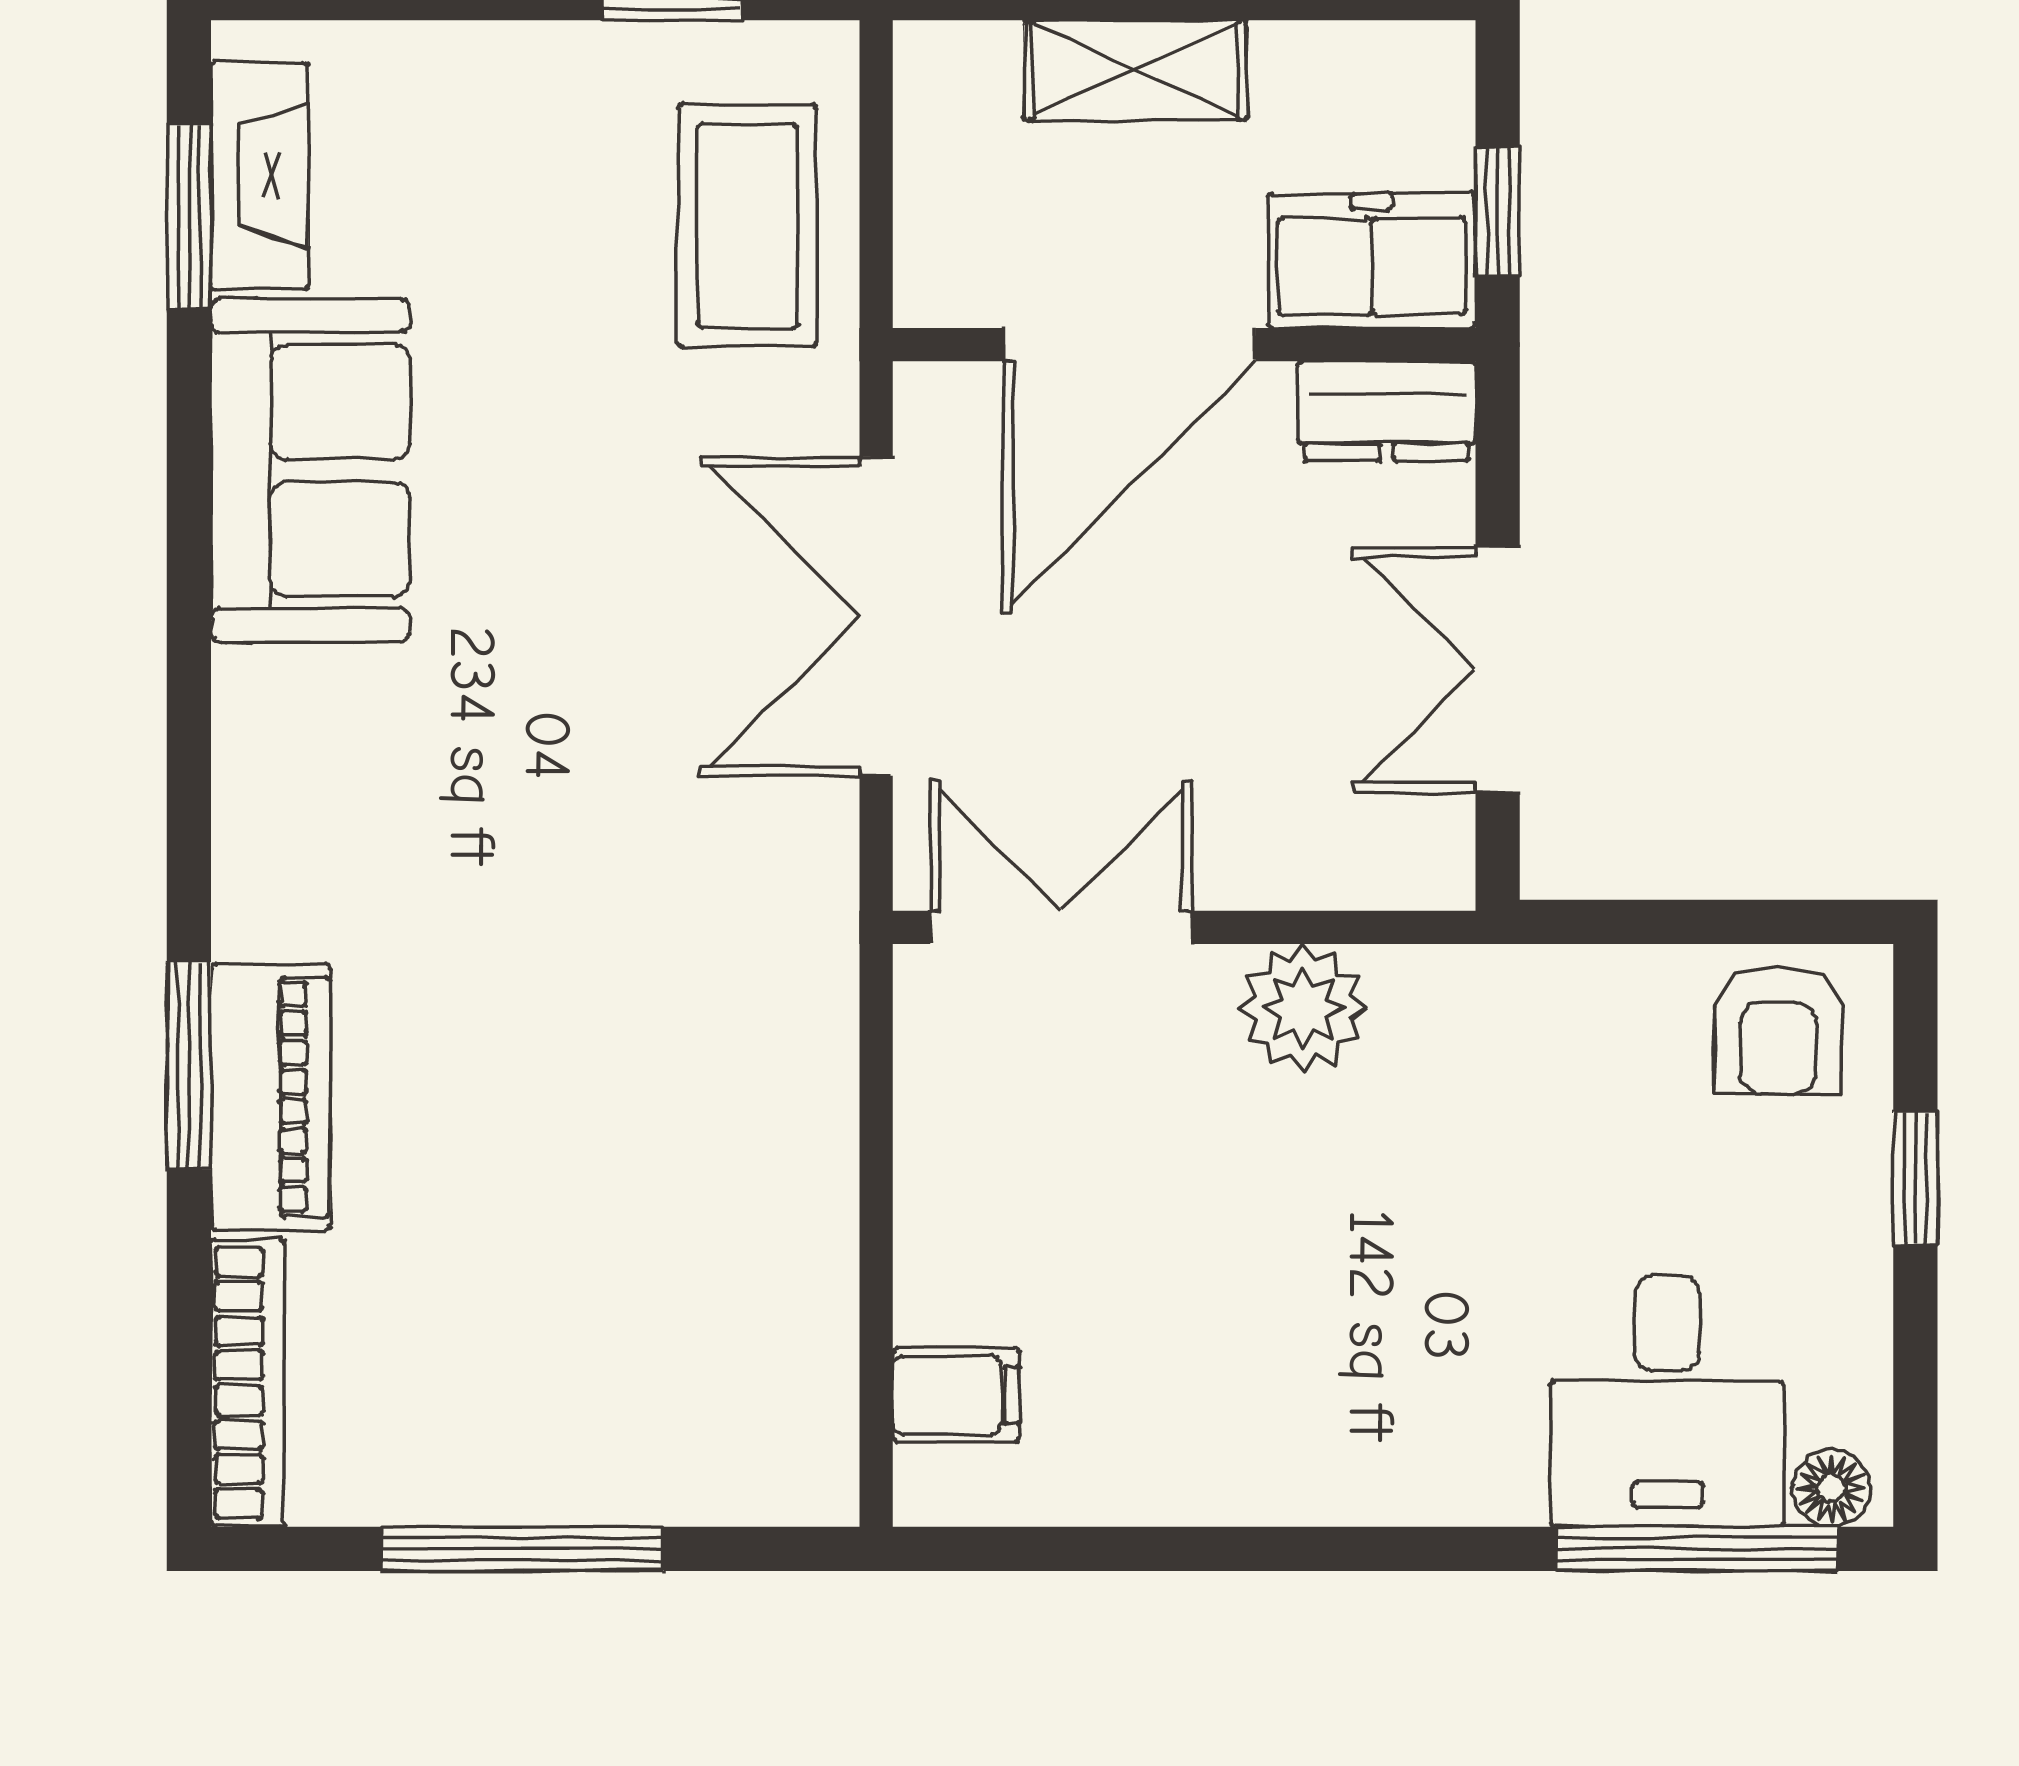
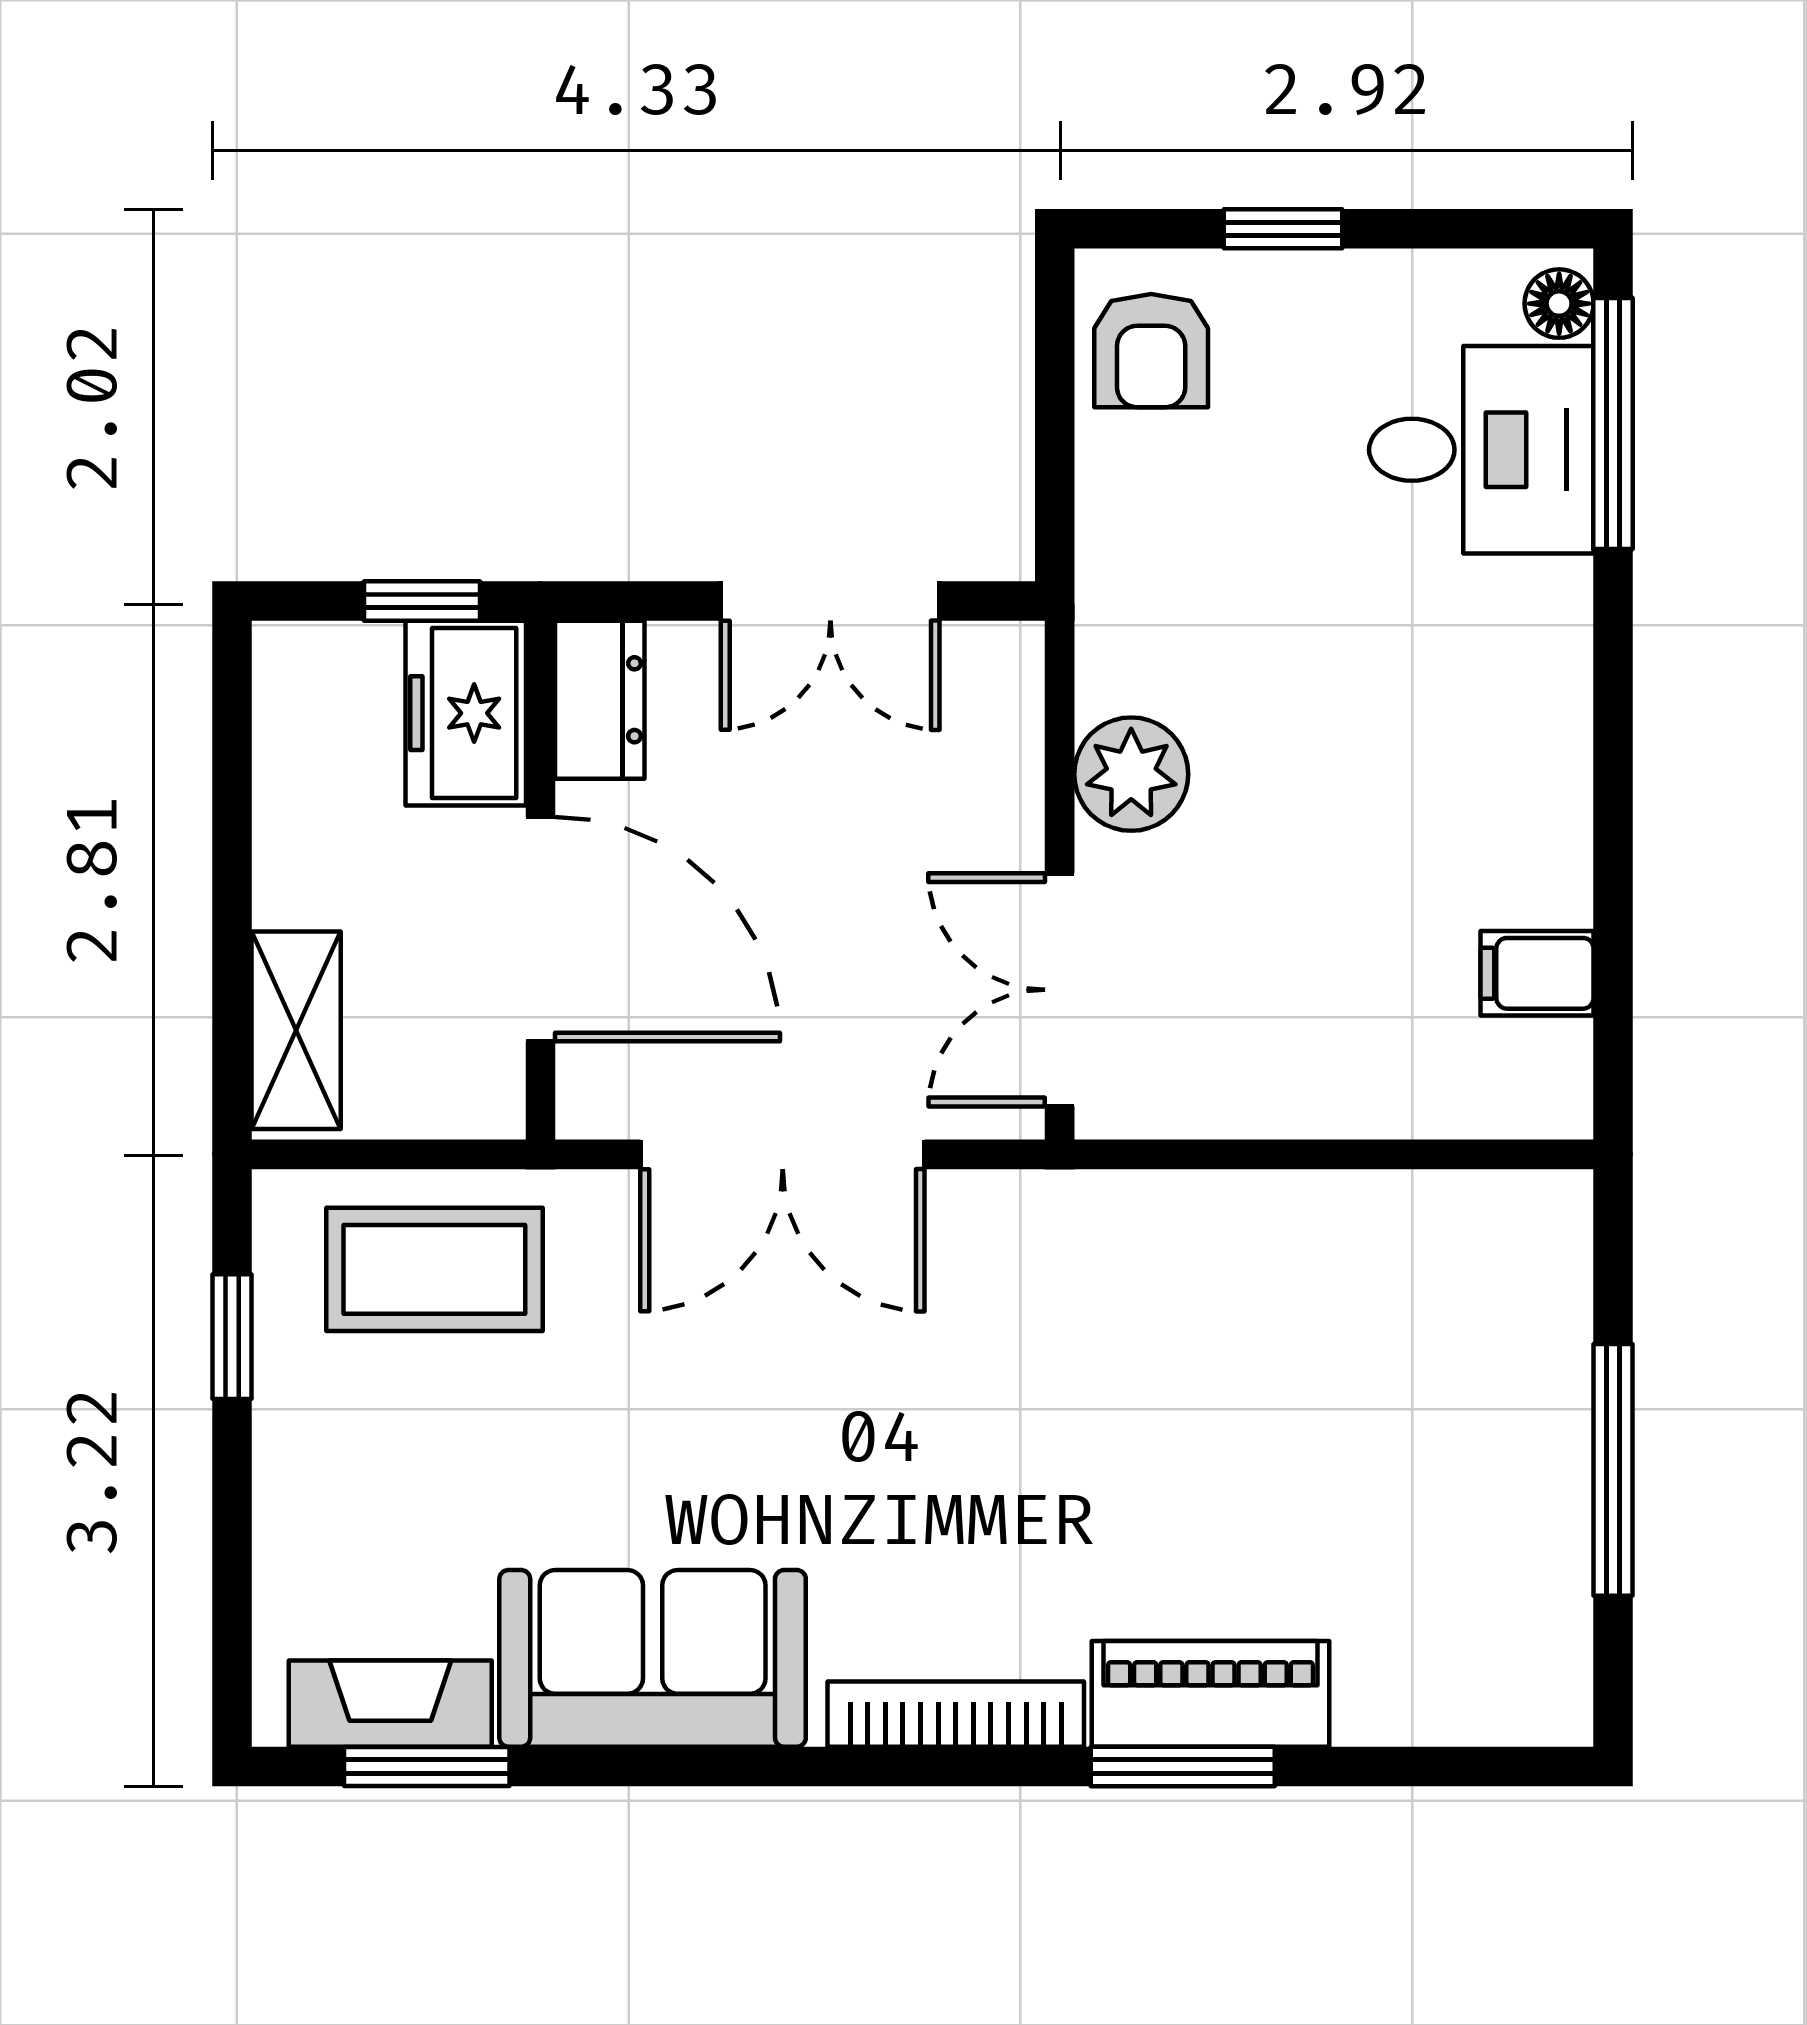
shelving: (1135, 70) -> (296, 1030), moved
armchair: (1779, 1030) -> (1151, 351), turned 90
bookcase: (248, 1383) -> (956, 1714), moved
filing cabinet: (956, 1395) -> (1537, 973), moved, turned -90

